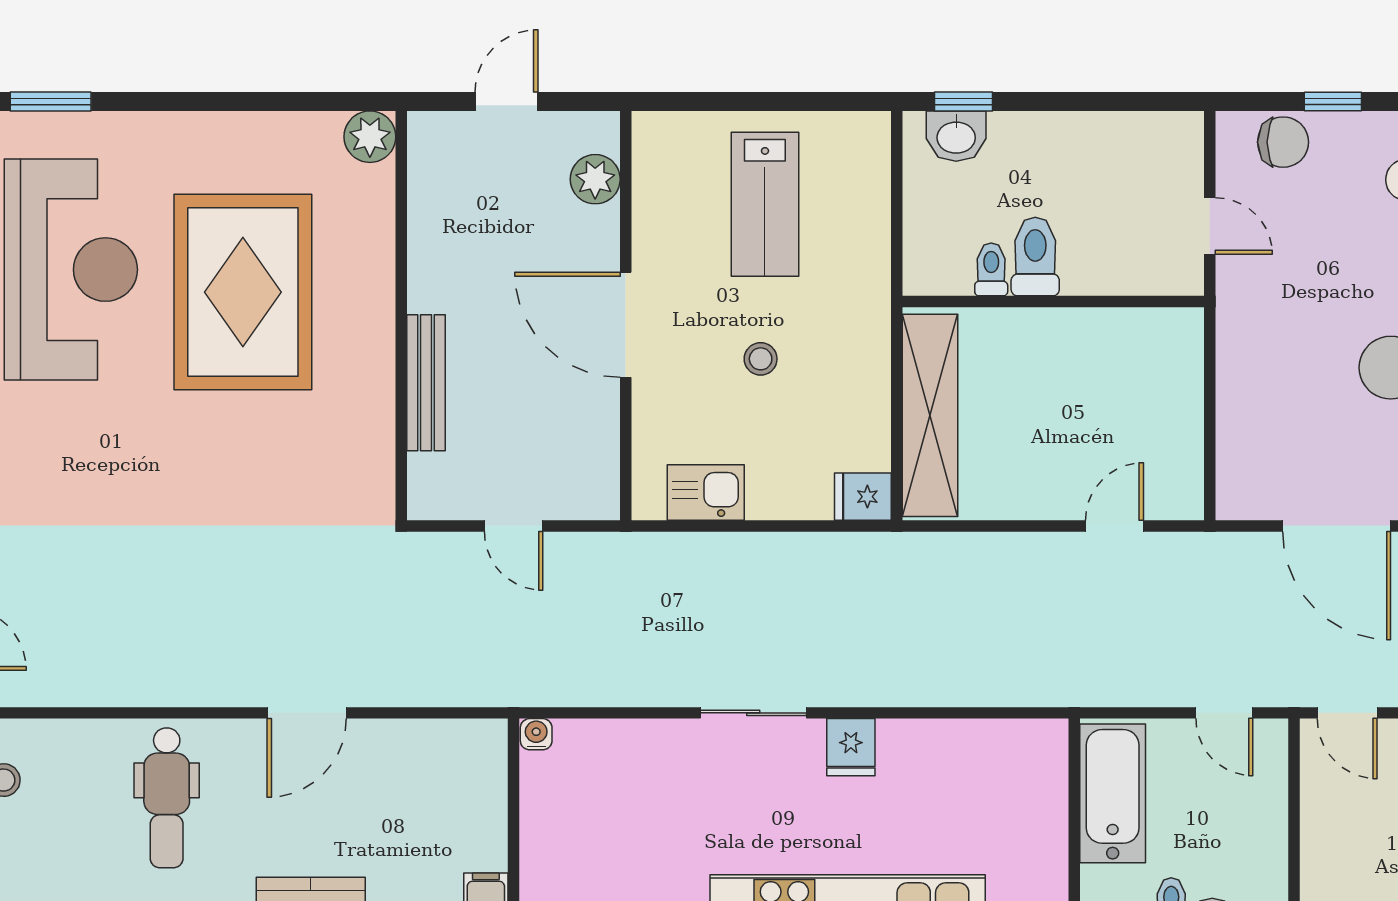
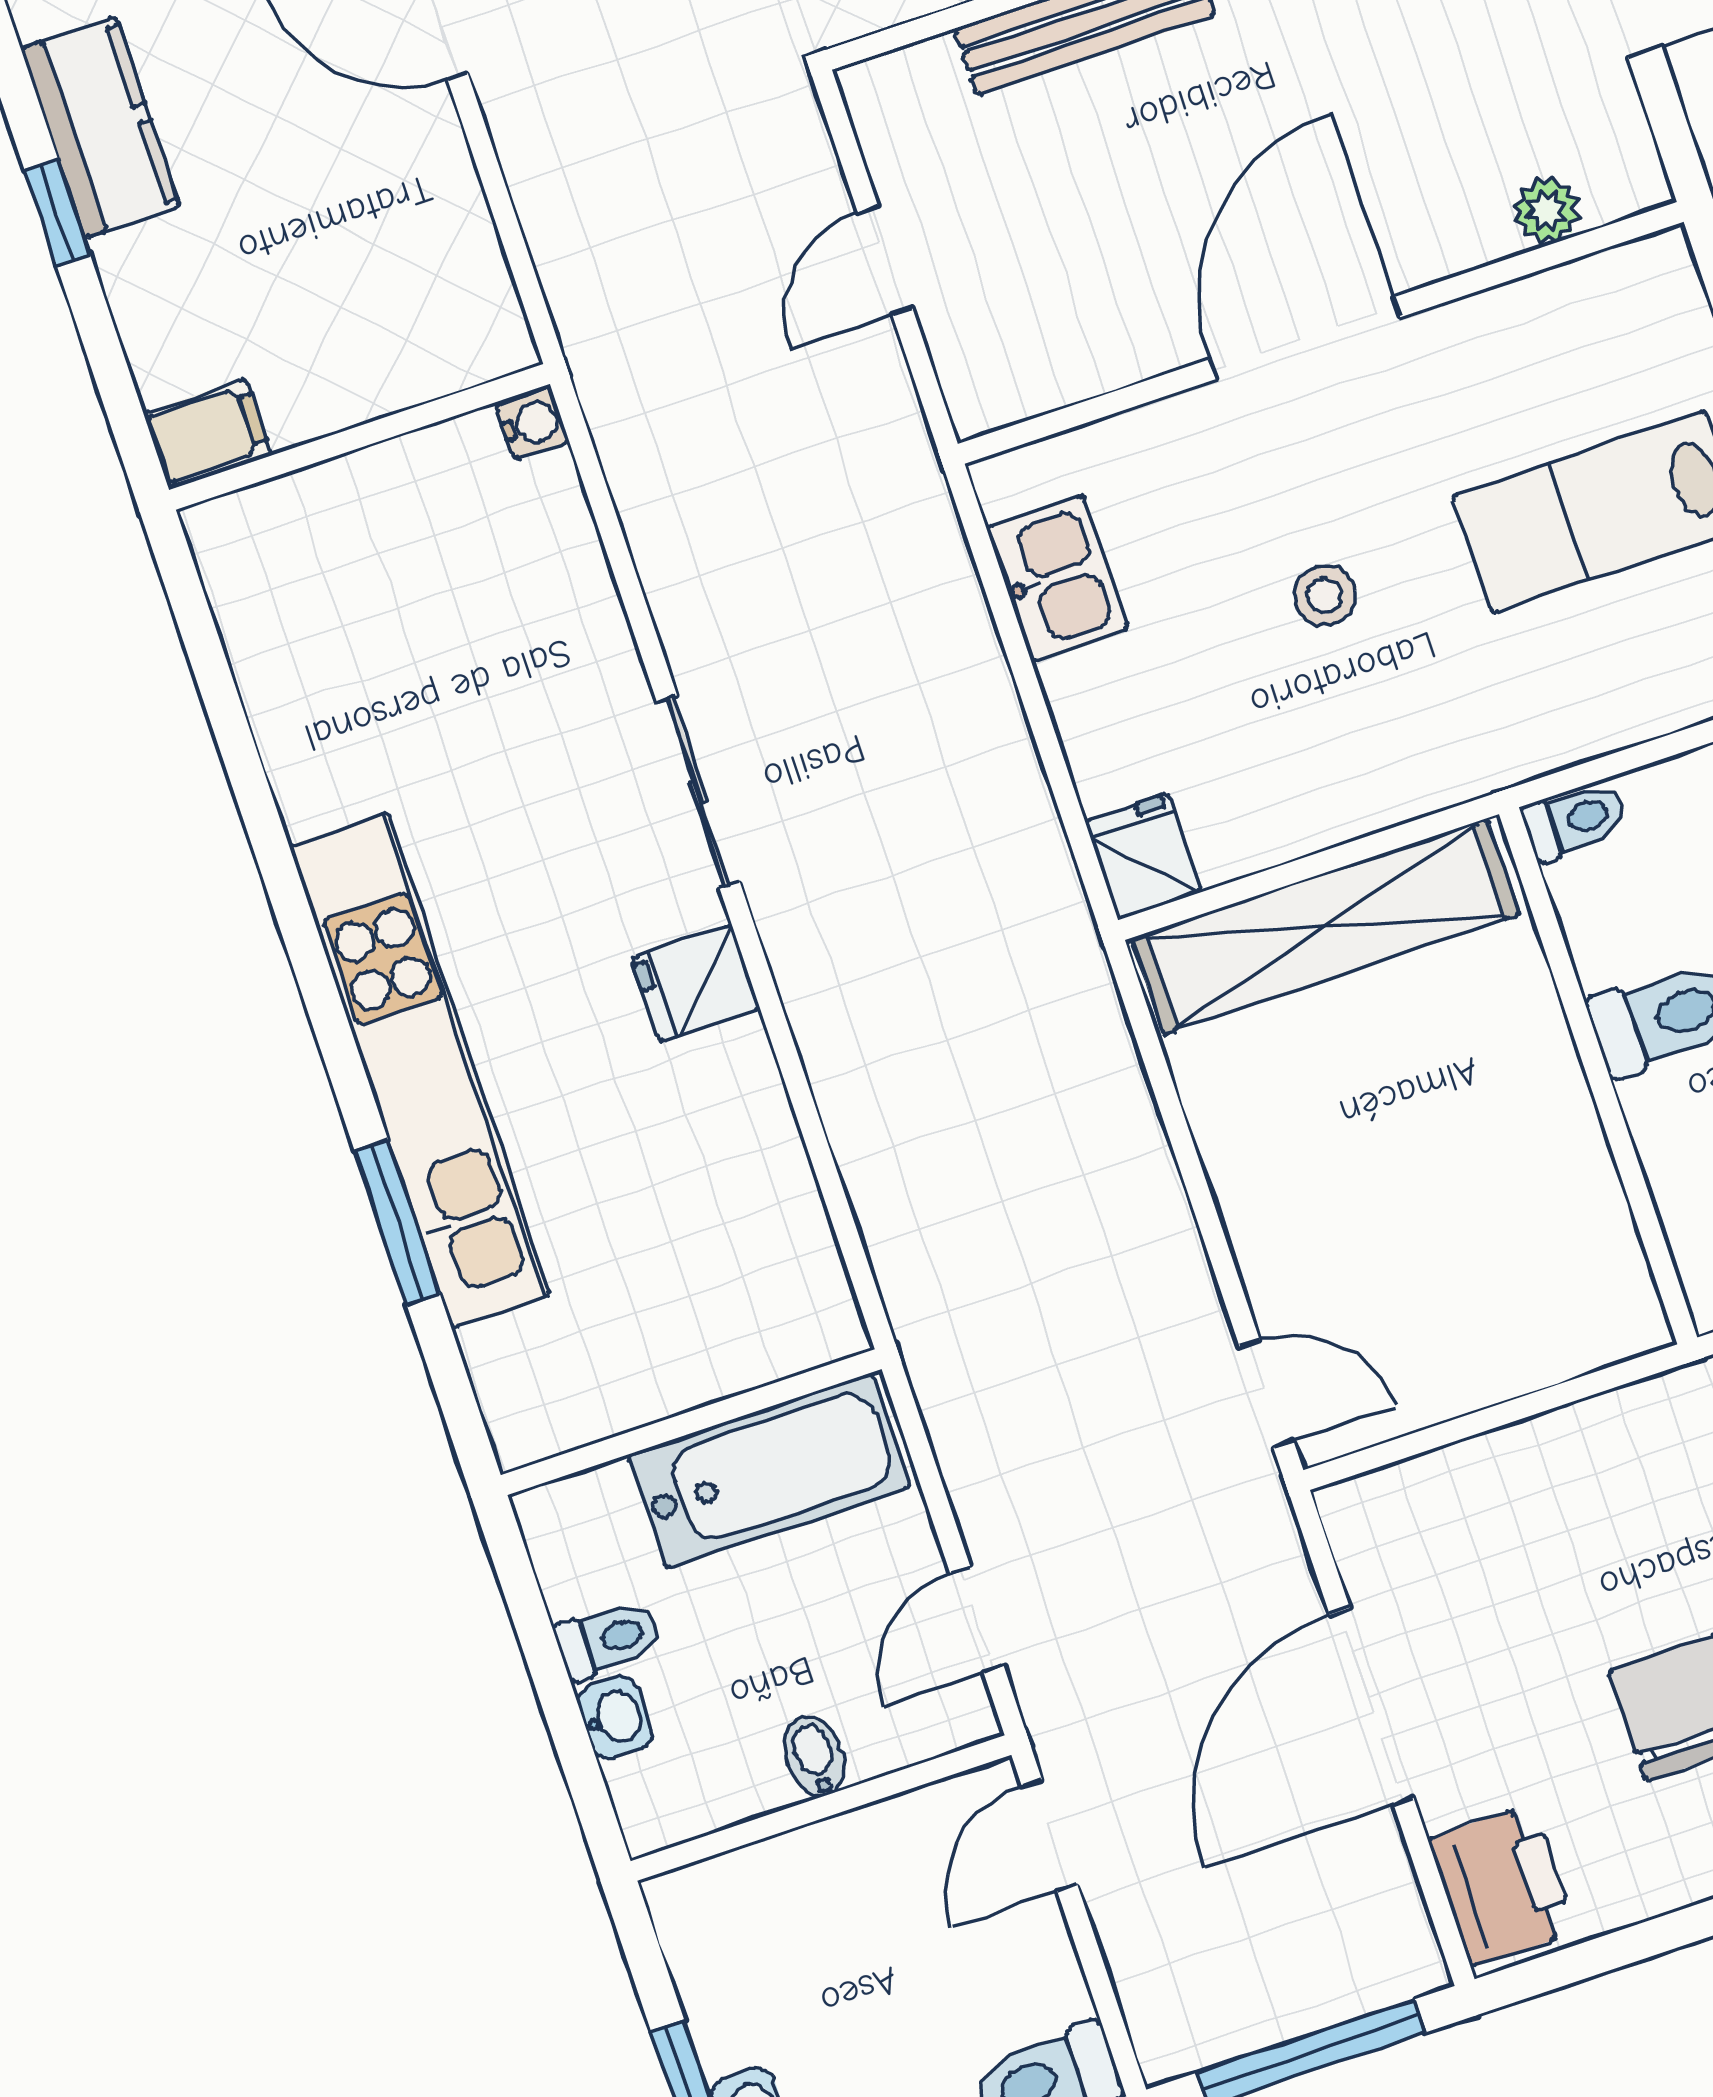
plant: (595, 179) -> (1546, 211), width x0.73, depth x0.73
toilet: (991, 269) -> (1575, 820), moved
door: (1114, 526) -> (1267, 1394), moved
bidet: (1266, 819) -> (814, 1756), added

